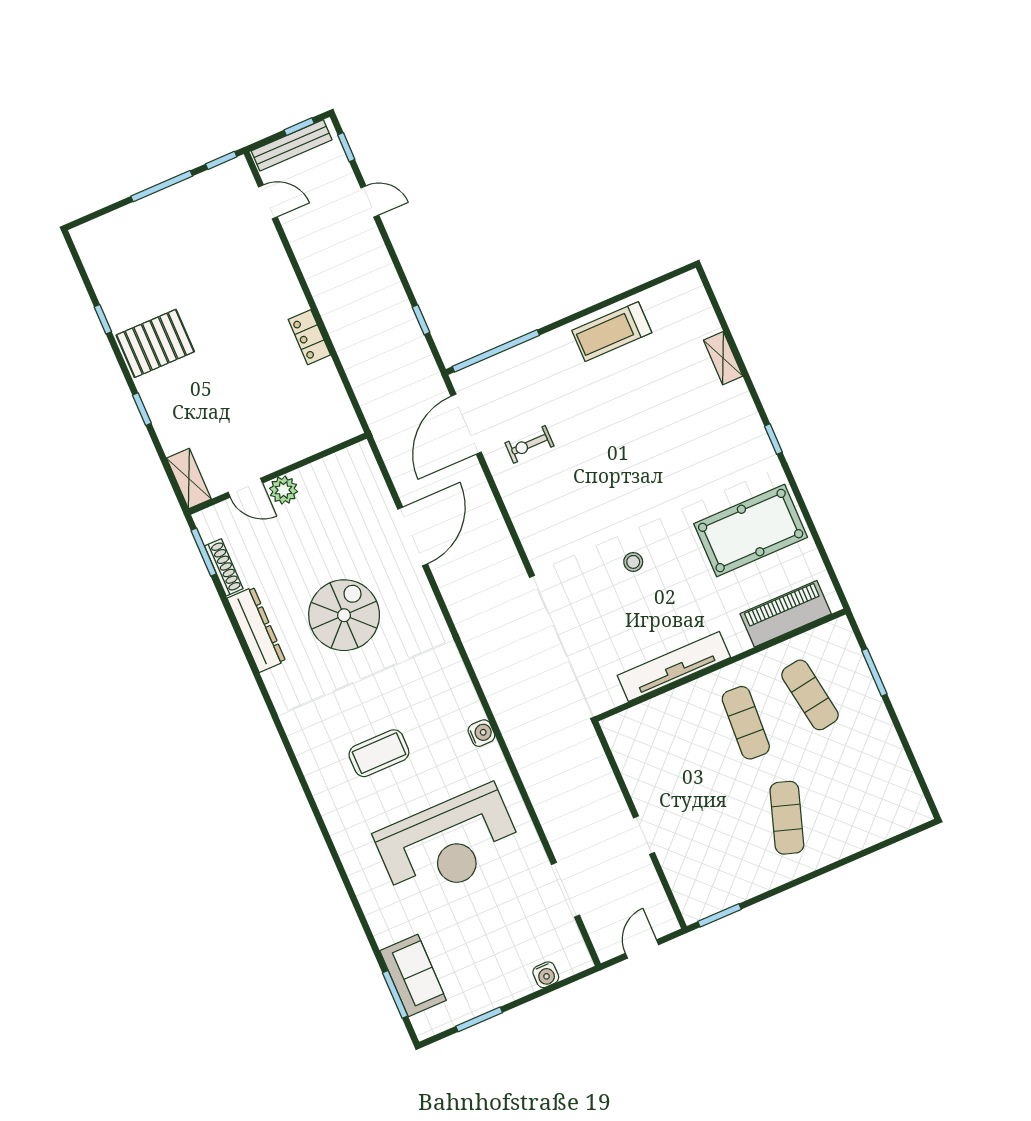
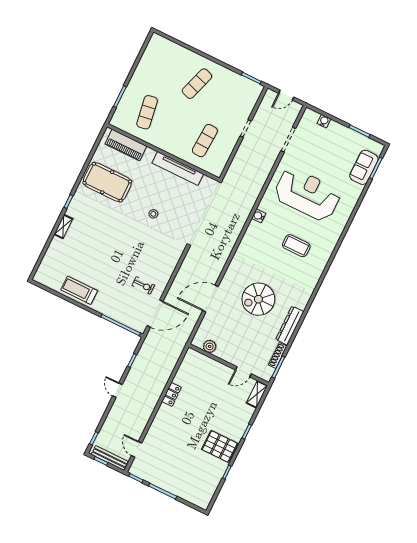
door: (370, 202) -> (117, 390), moved
treadmill: (612, 332) -> (79, 290), turned 180
shelving: (723, 358) -> (63, 227), moved
door: (245, 488) -> (243, 372), swing flipped
plant: (284, 490) -> (210, 346), moved
exercise mat: (746, 723) -> (205, 141), moved

